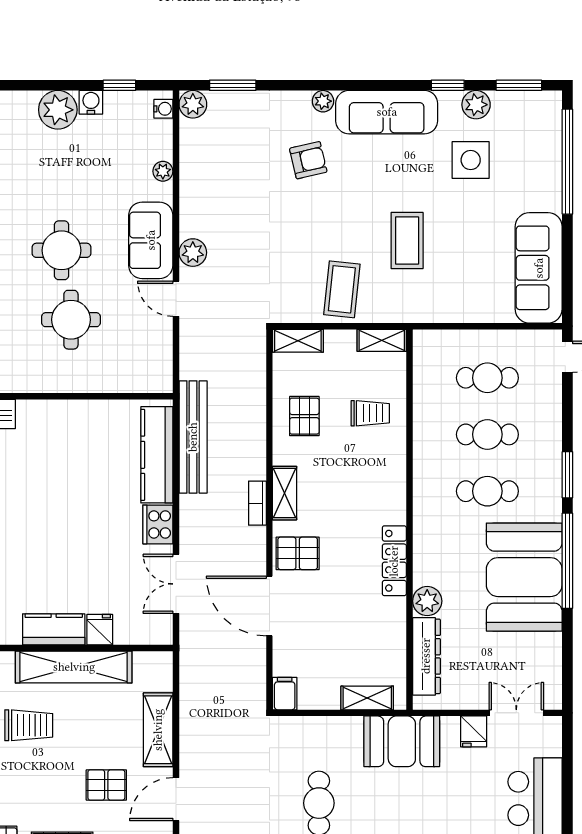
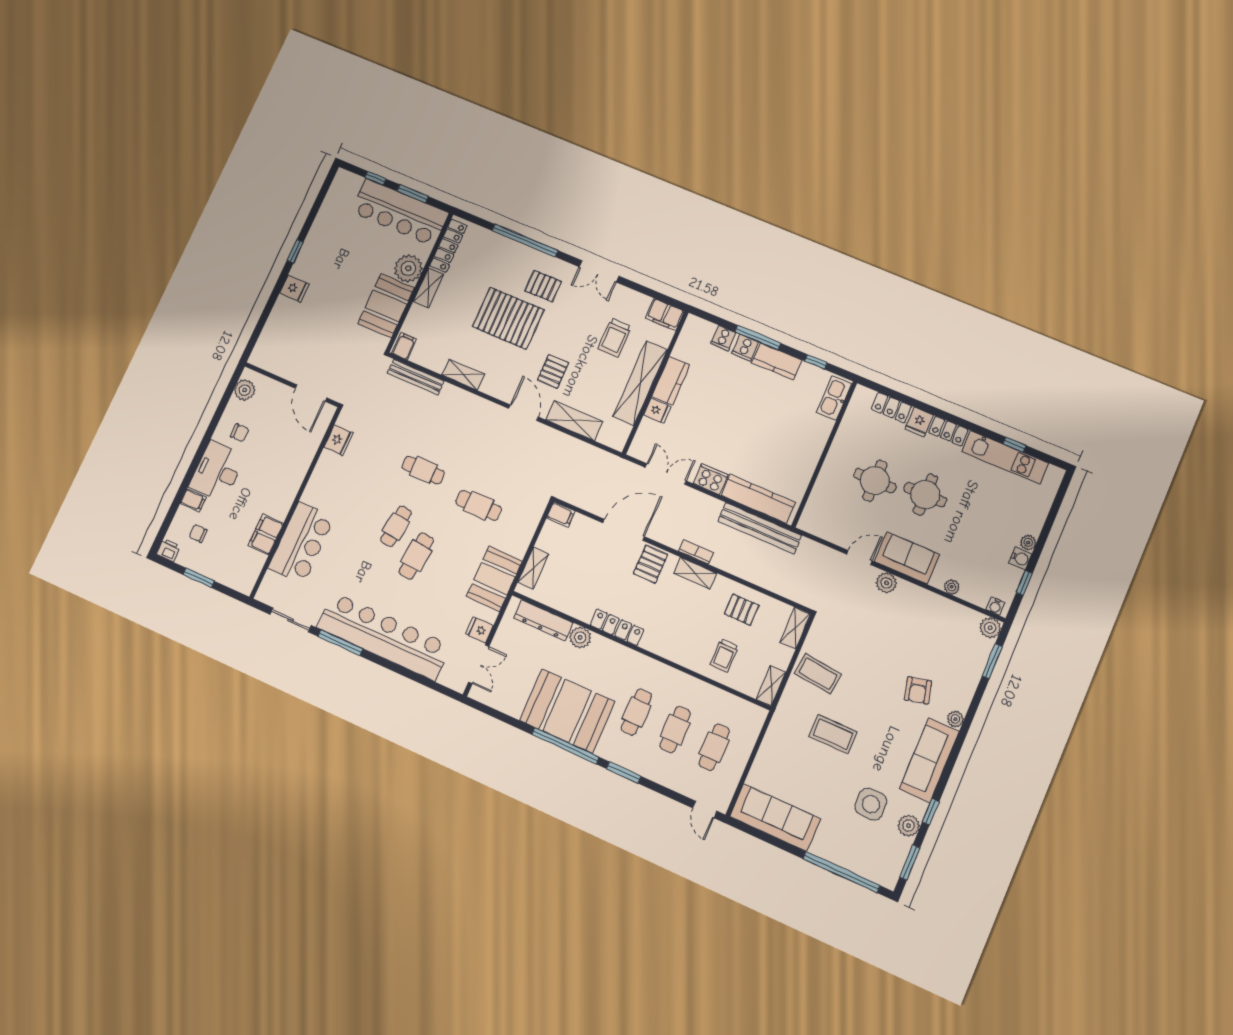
plant: (58, 110) -> (1028, 542), width x0.53, depth x0.53

